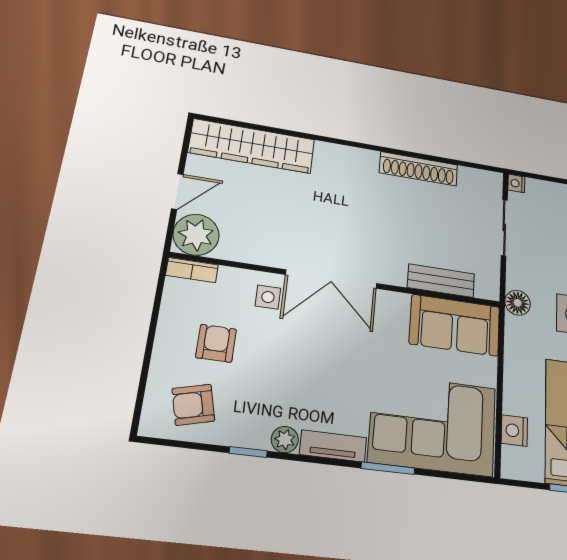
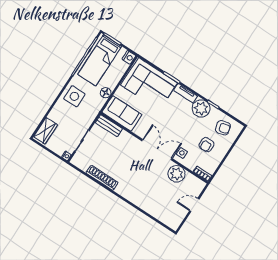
wardrobe: (252, 146) -> (160, 212), removed
plant: (196, 235) -> (177, 174), moved
bench: (441, 281) -> (109, 126), moved
floor lamp: (518, 303) -> (106, 93), moved
nightstand: (514, 431) -> (129, 57), moved
plant: (285, 440) -> (201, 108), width x1.88, depth x1.88

